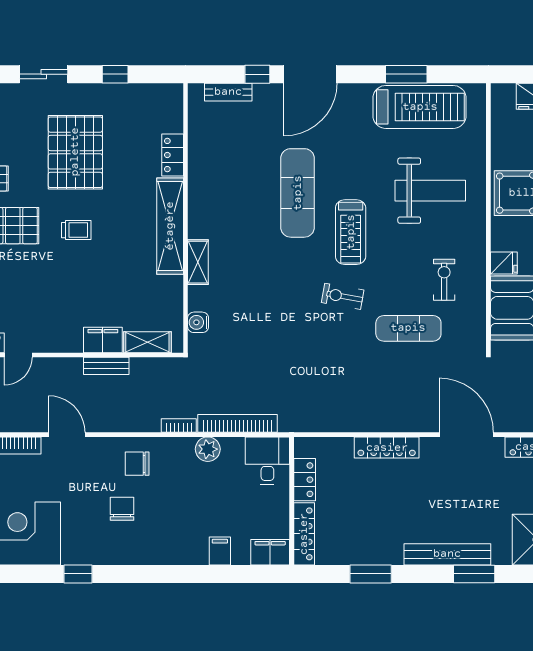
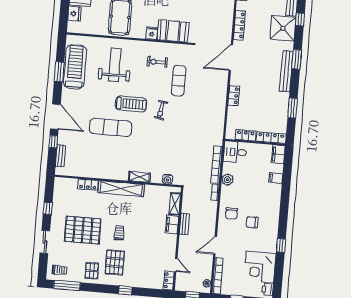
locker: (387, 448) -> (234, 96), width x0.66

